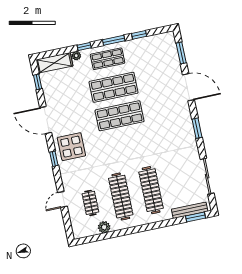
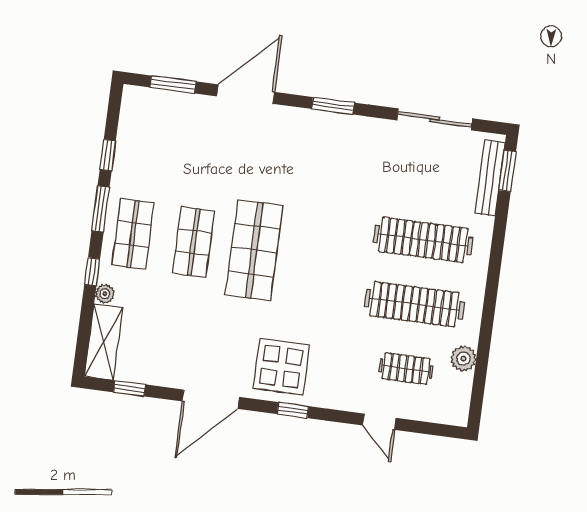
shop shelf: (114, 87) -> (194, 242), width x0.70, depth x0.74

